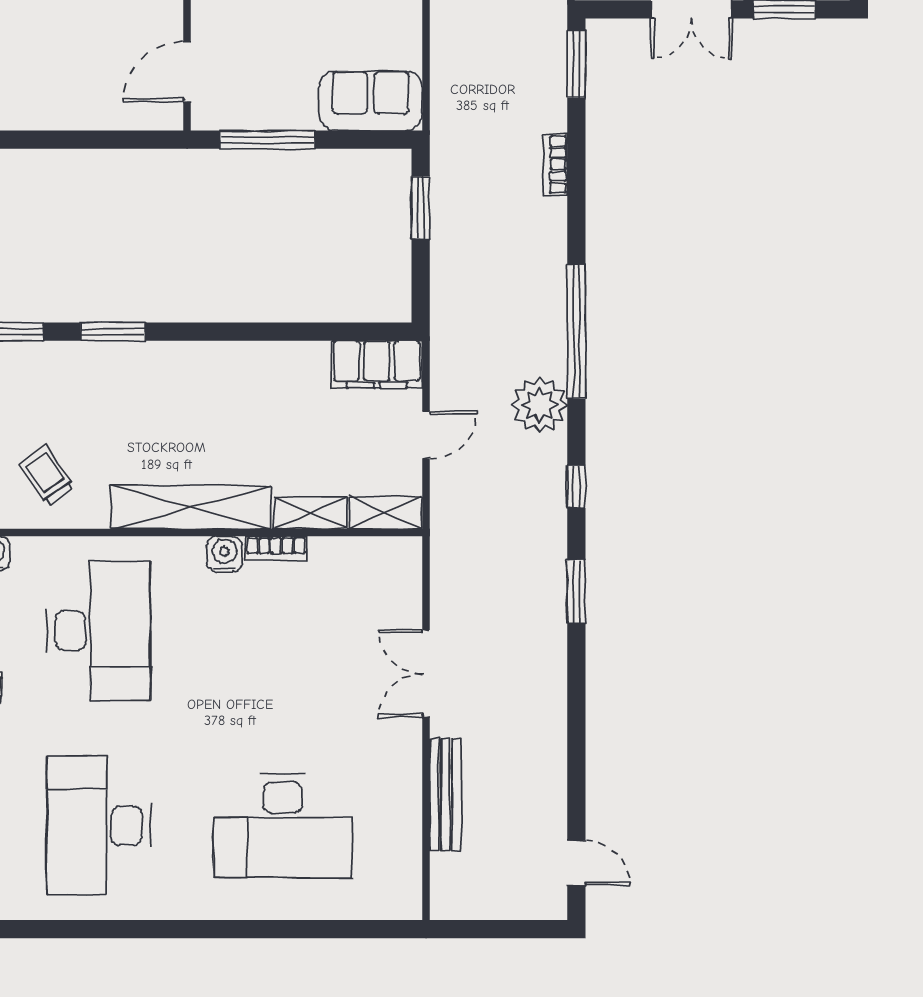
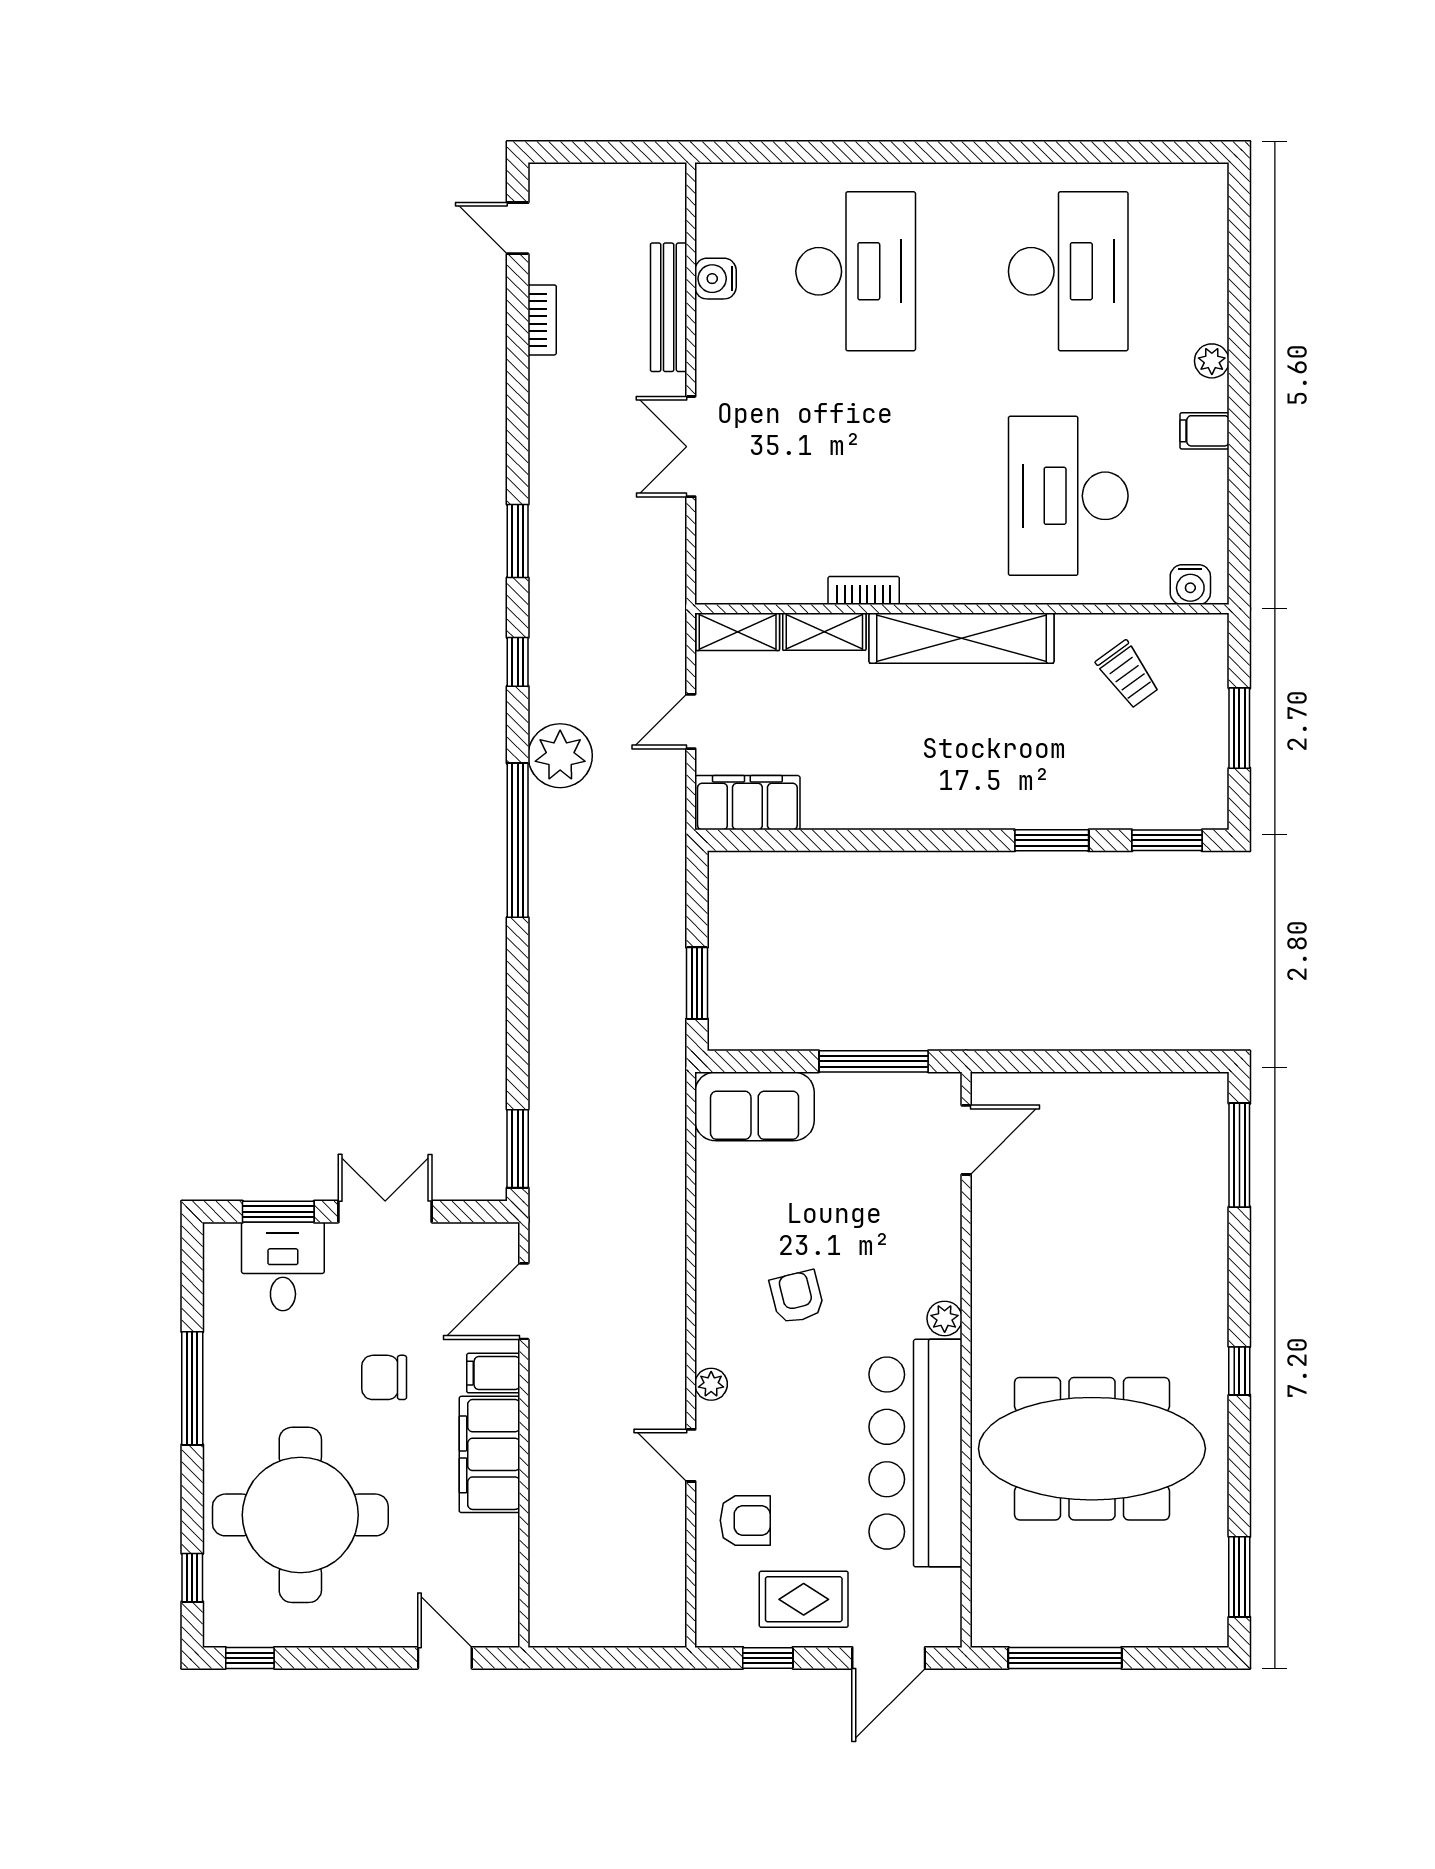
bookcase: (555, 165) -> (542, 320), moved
water cooler: (225, 554) -> (715, 279), moved, turned 90
double door: (426, 673) -> (691, 447), swing flipped
desk: (283, 826) -> (856, 271), turned 90

